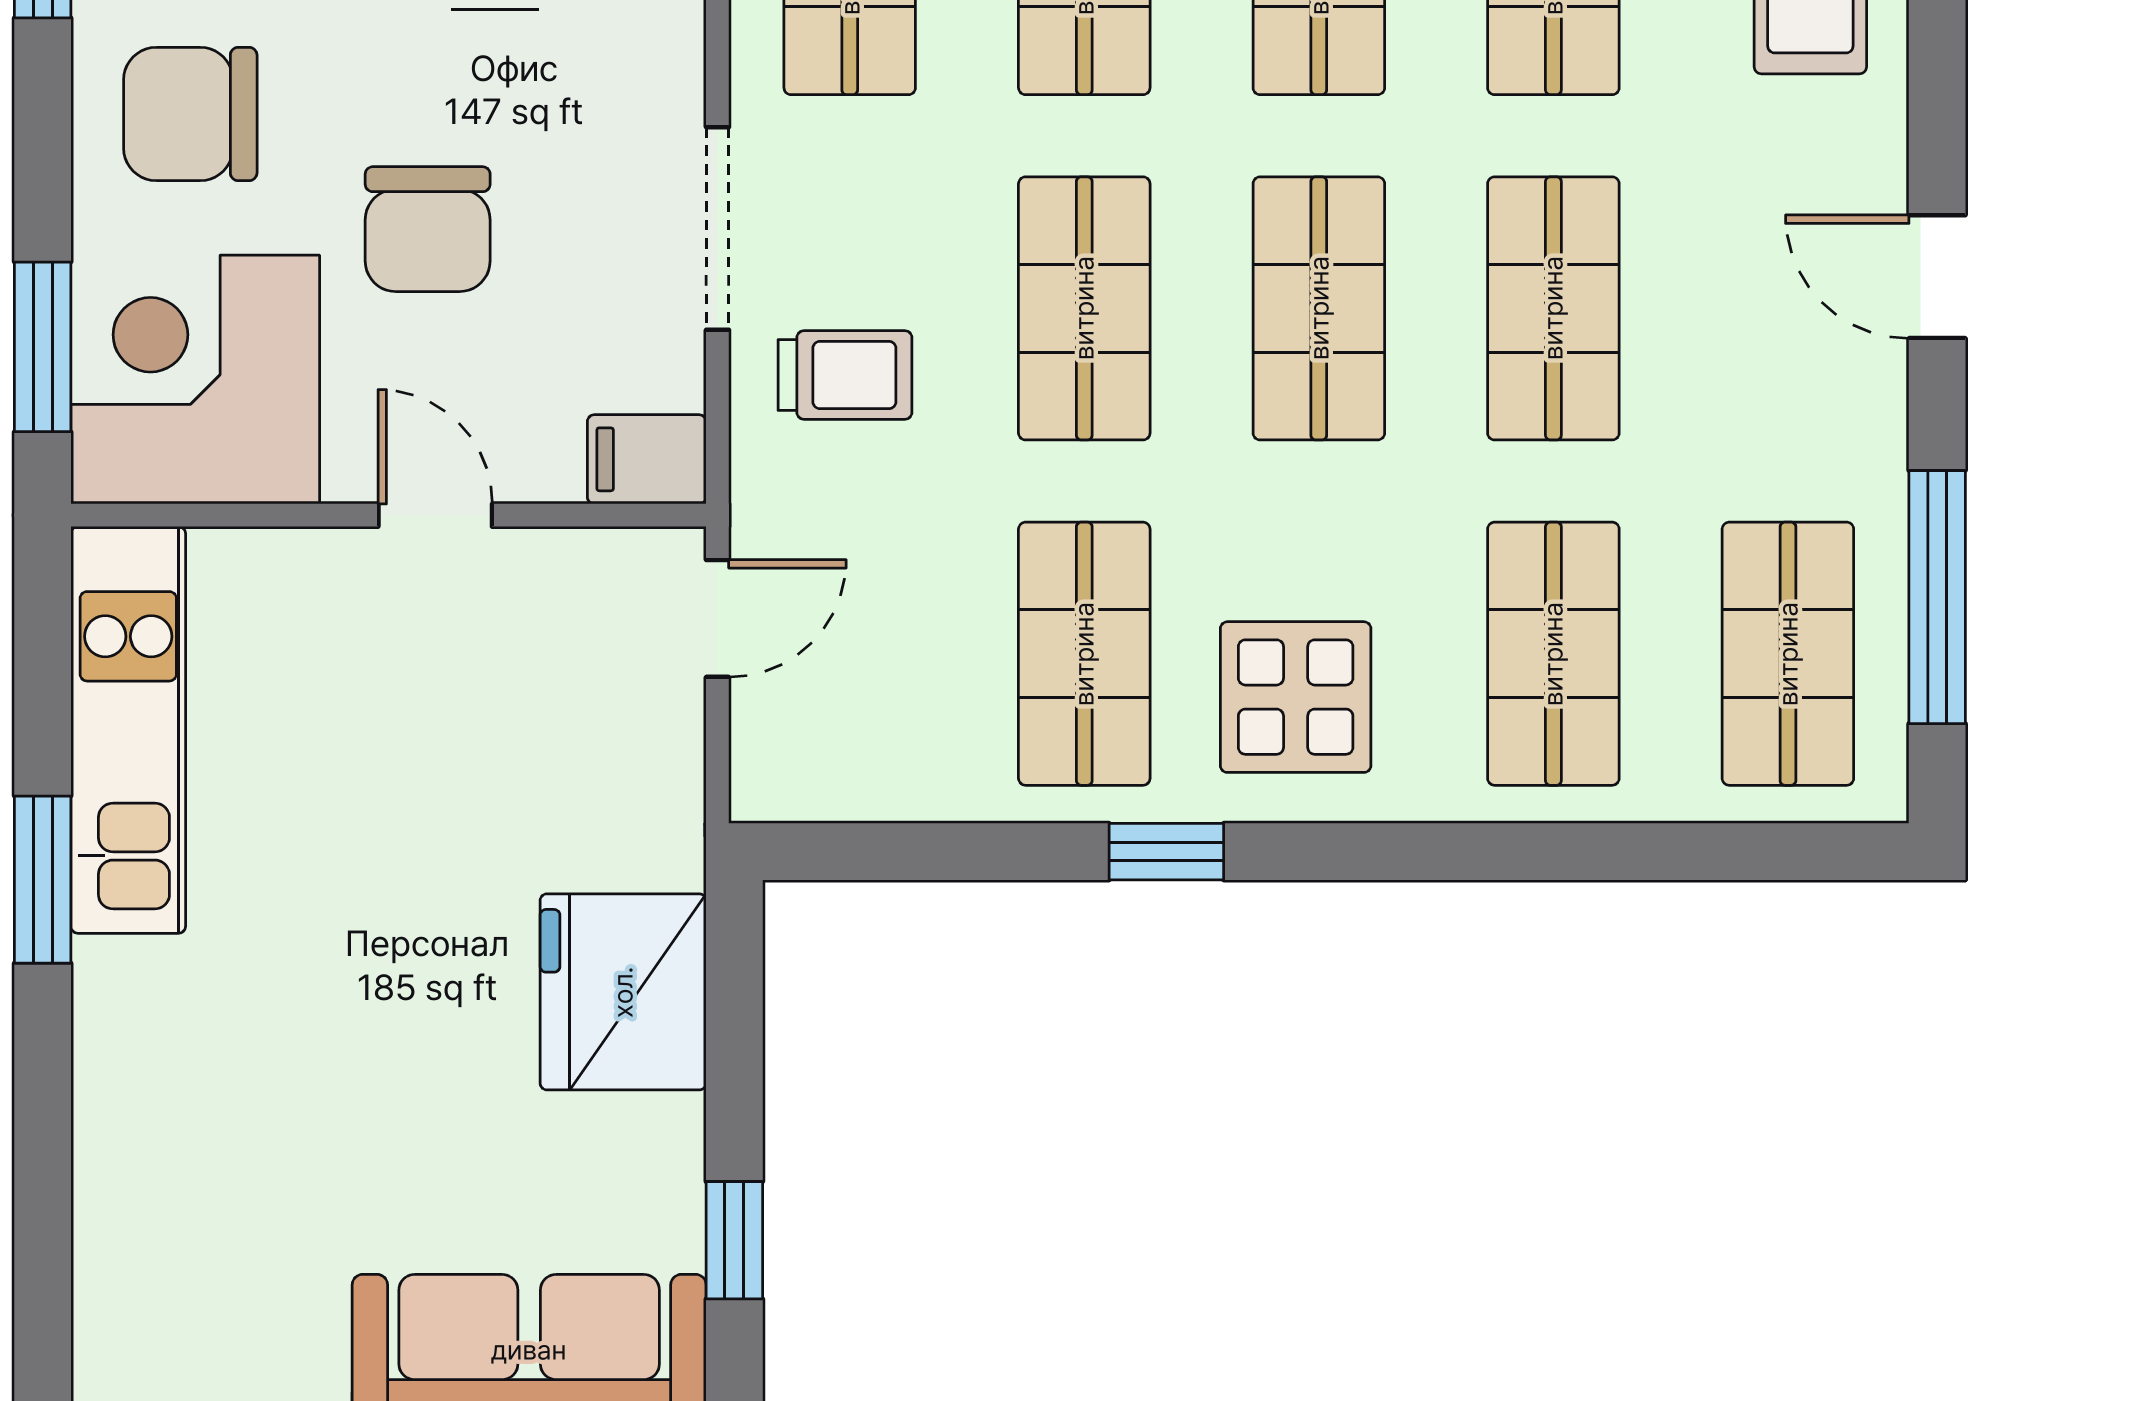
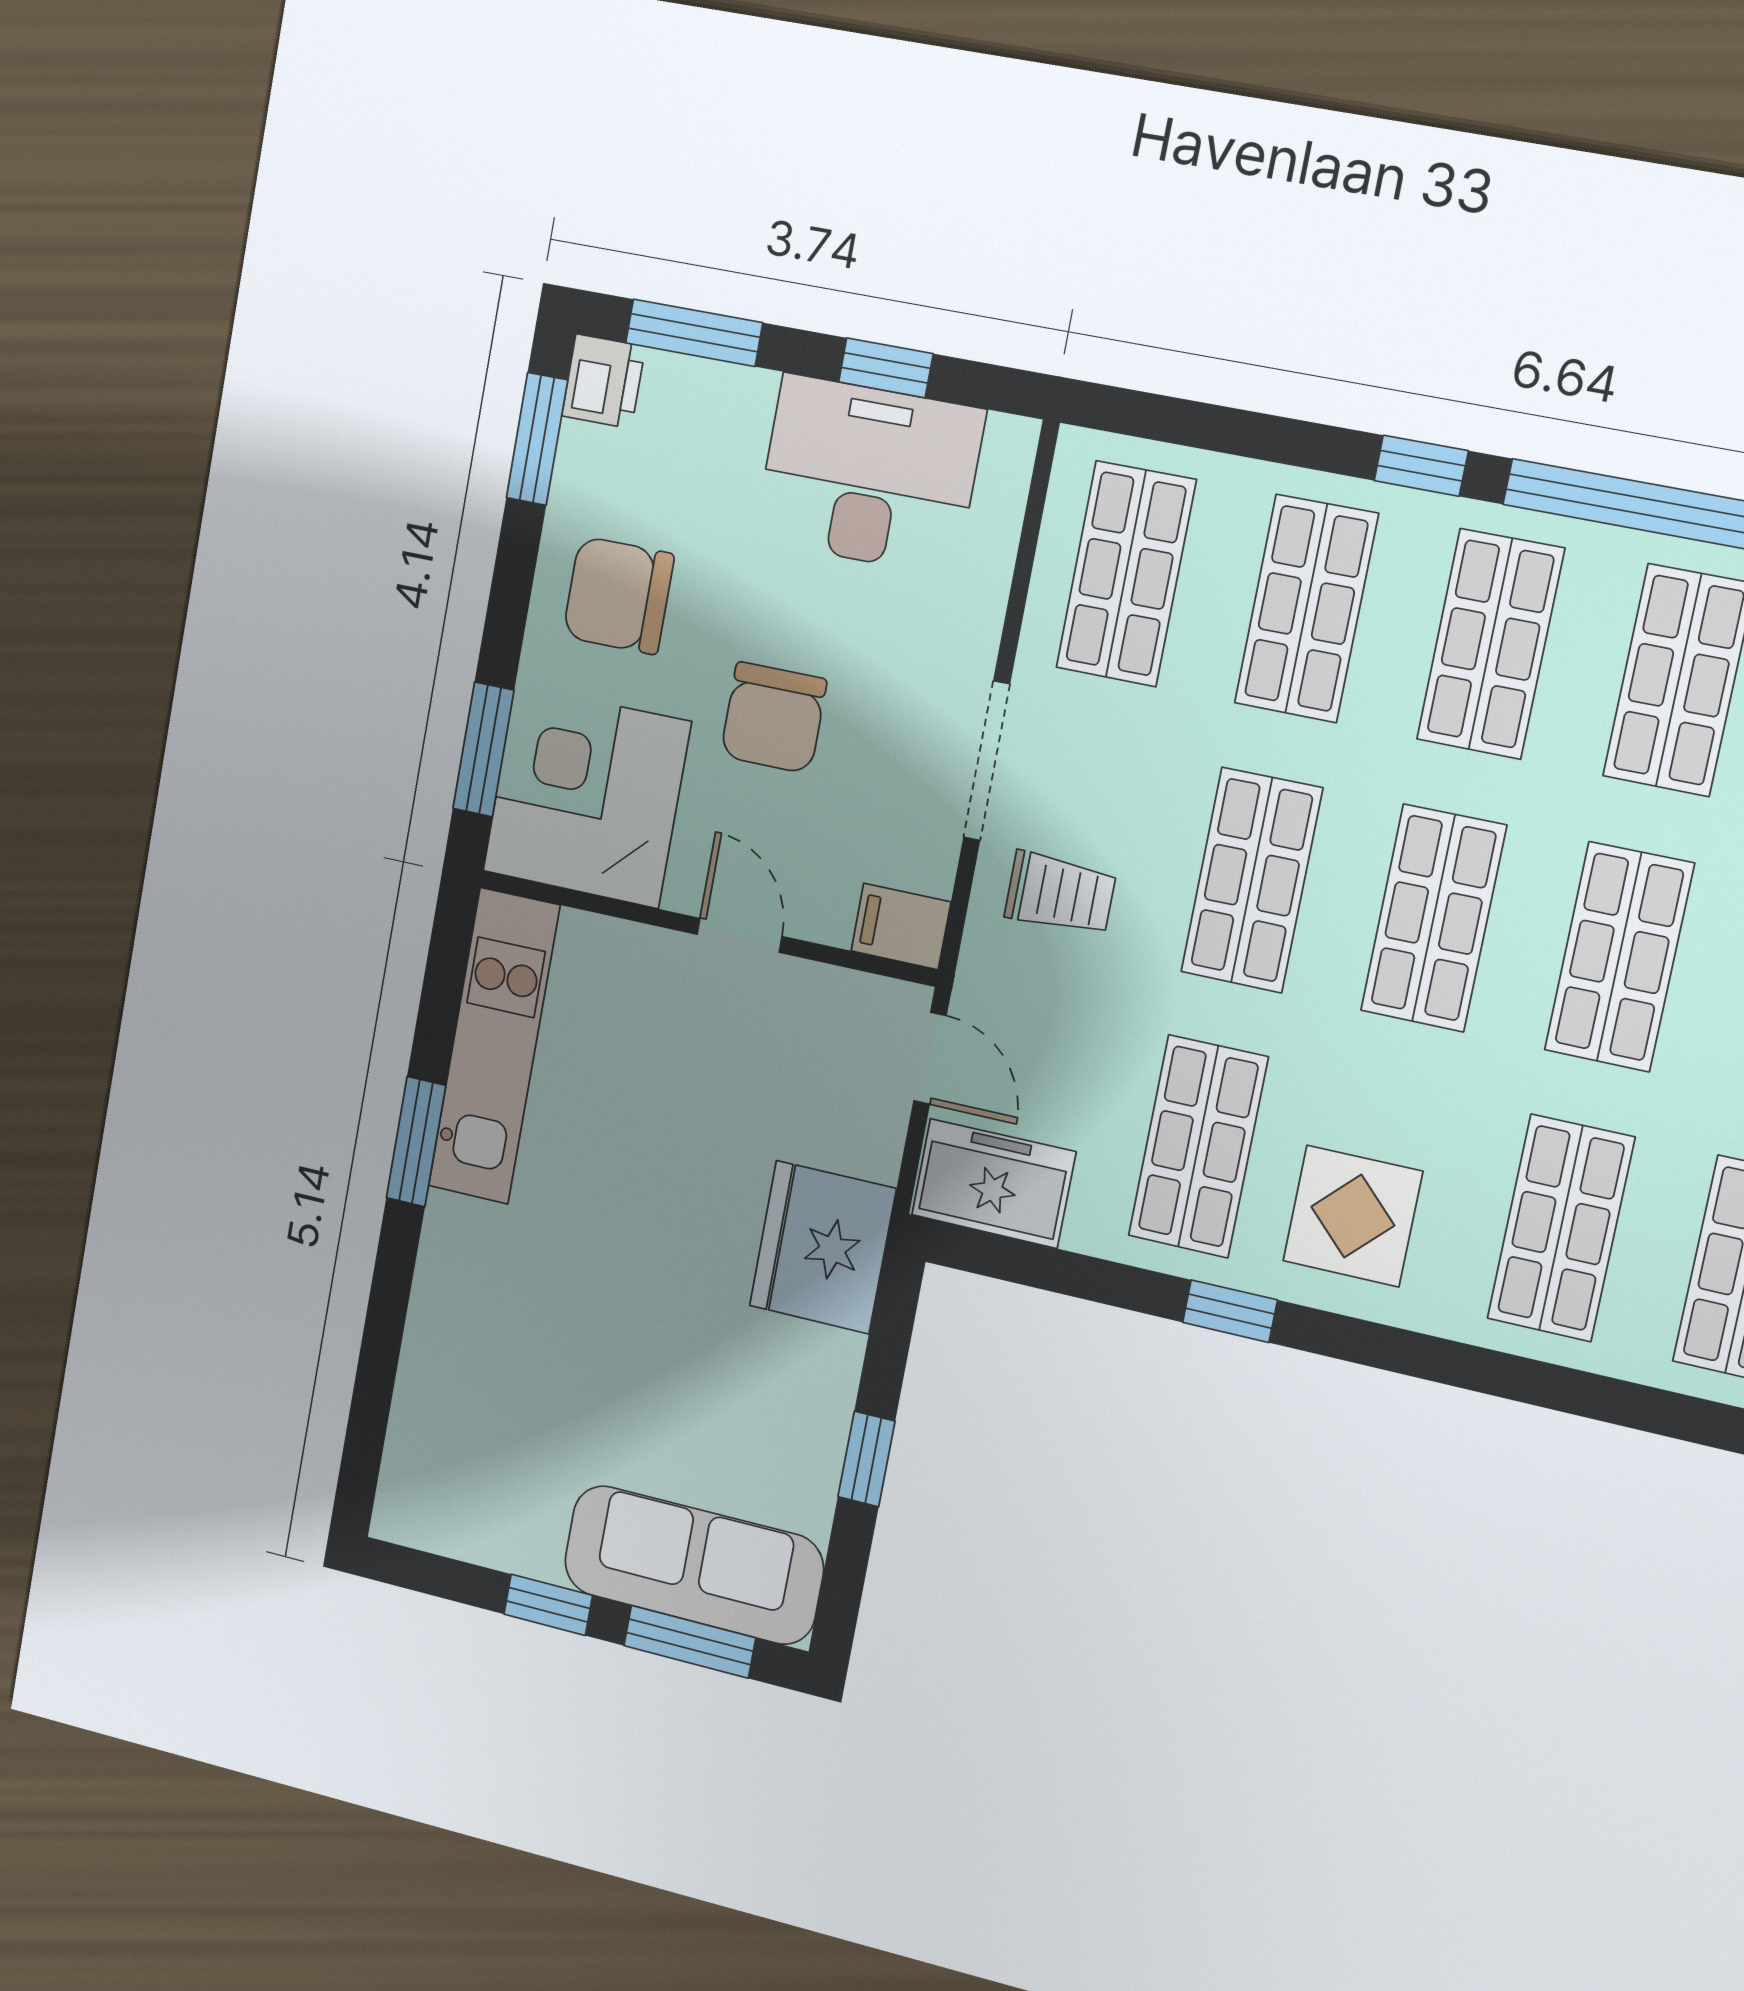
door: (717, 618) -> (930, 1058), hinge flipped
freezer: (832, 759) -> (994, 1183), added
fridge: (623, 992) -> (823, 1247), moved
window: (734, 1240) -> (866, 1459), moved

